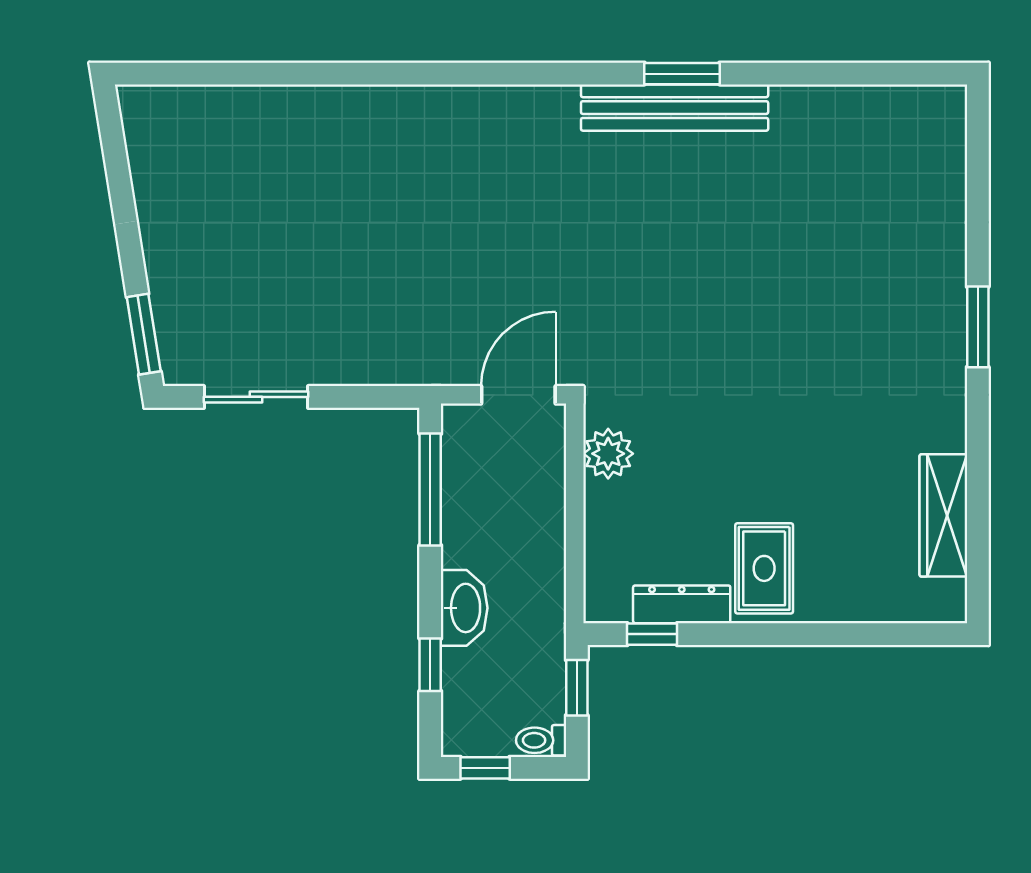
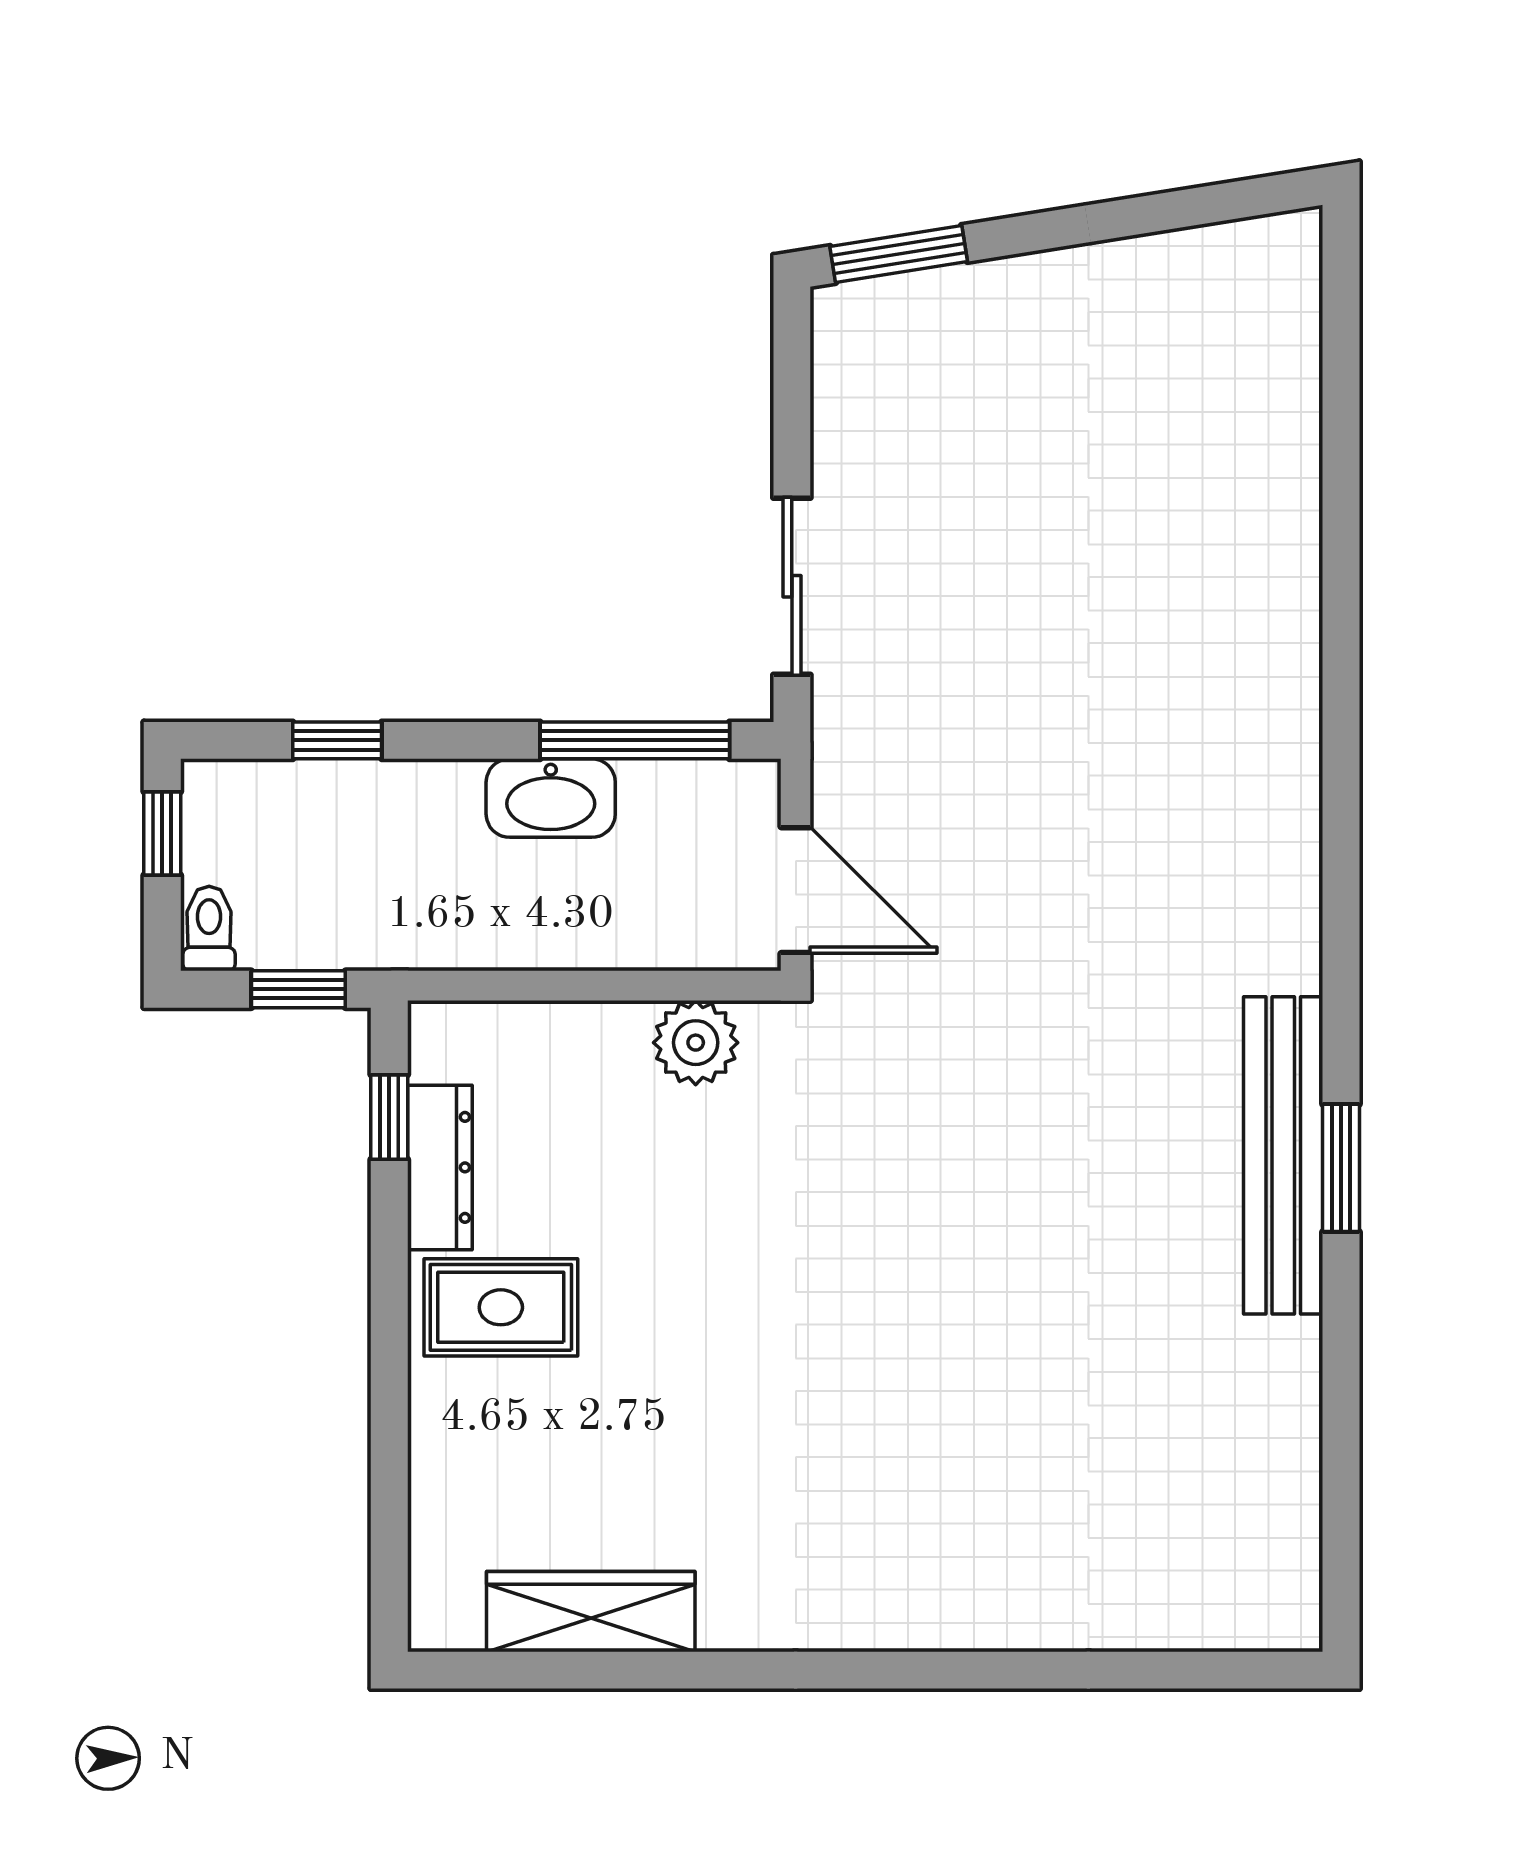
window: (978, 327) -> (911, 1670), removed
sliding door: (256, 397) -> (792, 586), moved
washbasin: (464, 608) -> (551, 798), moved

